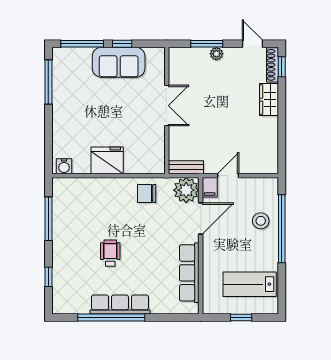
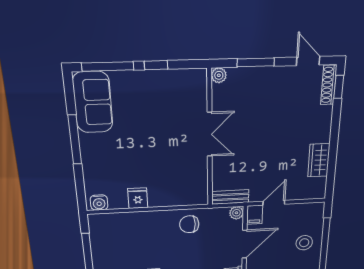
plant: (216, 54) -> (219, 75), moved
sofa: (119, 62) -> (93, 102), moved, turned -90
window: (48, 82) -> (75, 140), moved
wardrobe: (269, 100) -> (319, 160), moved
fridge: (107, 160) -> (138, 198), width x0.53, depth x0.75
plant: (186, 190) -> (236, 213), width x0.53, depth x0.53

